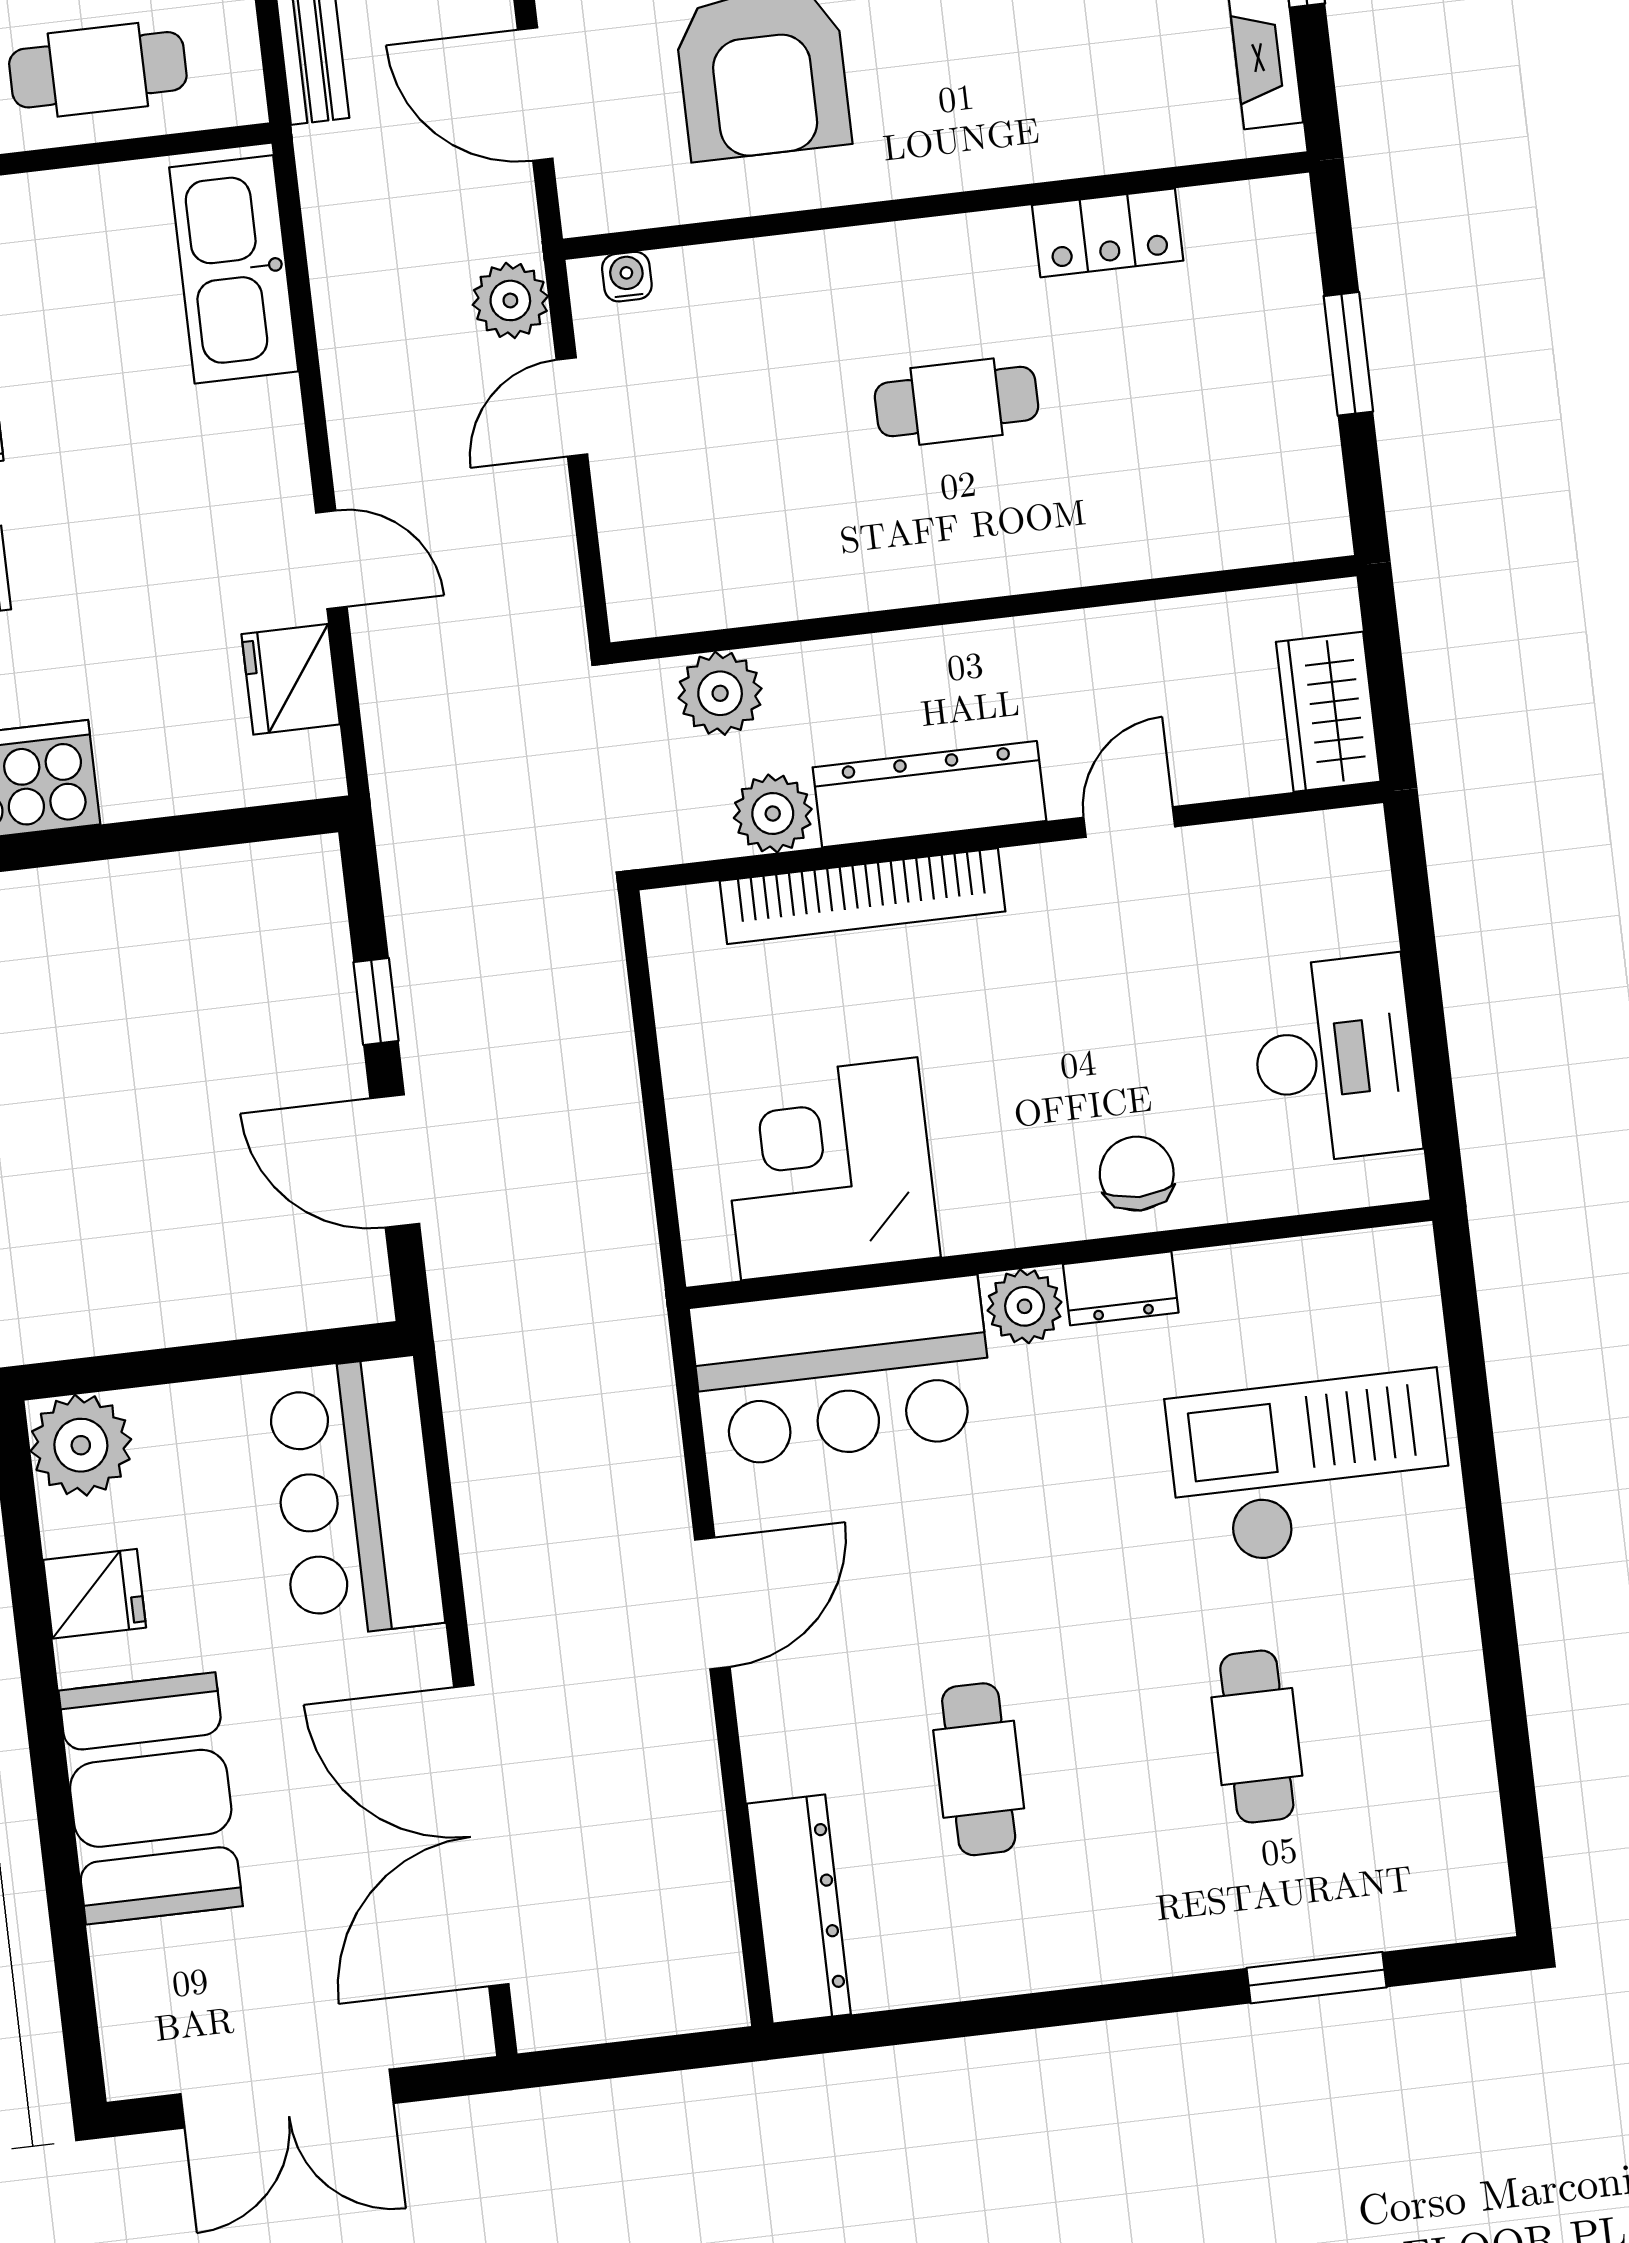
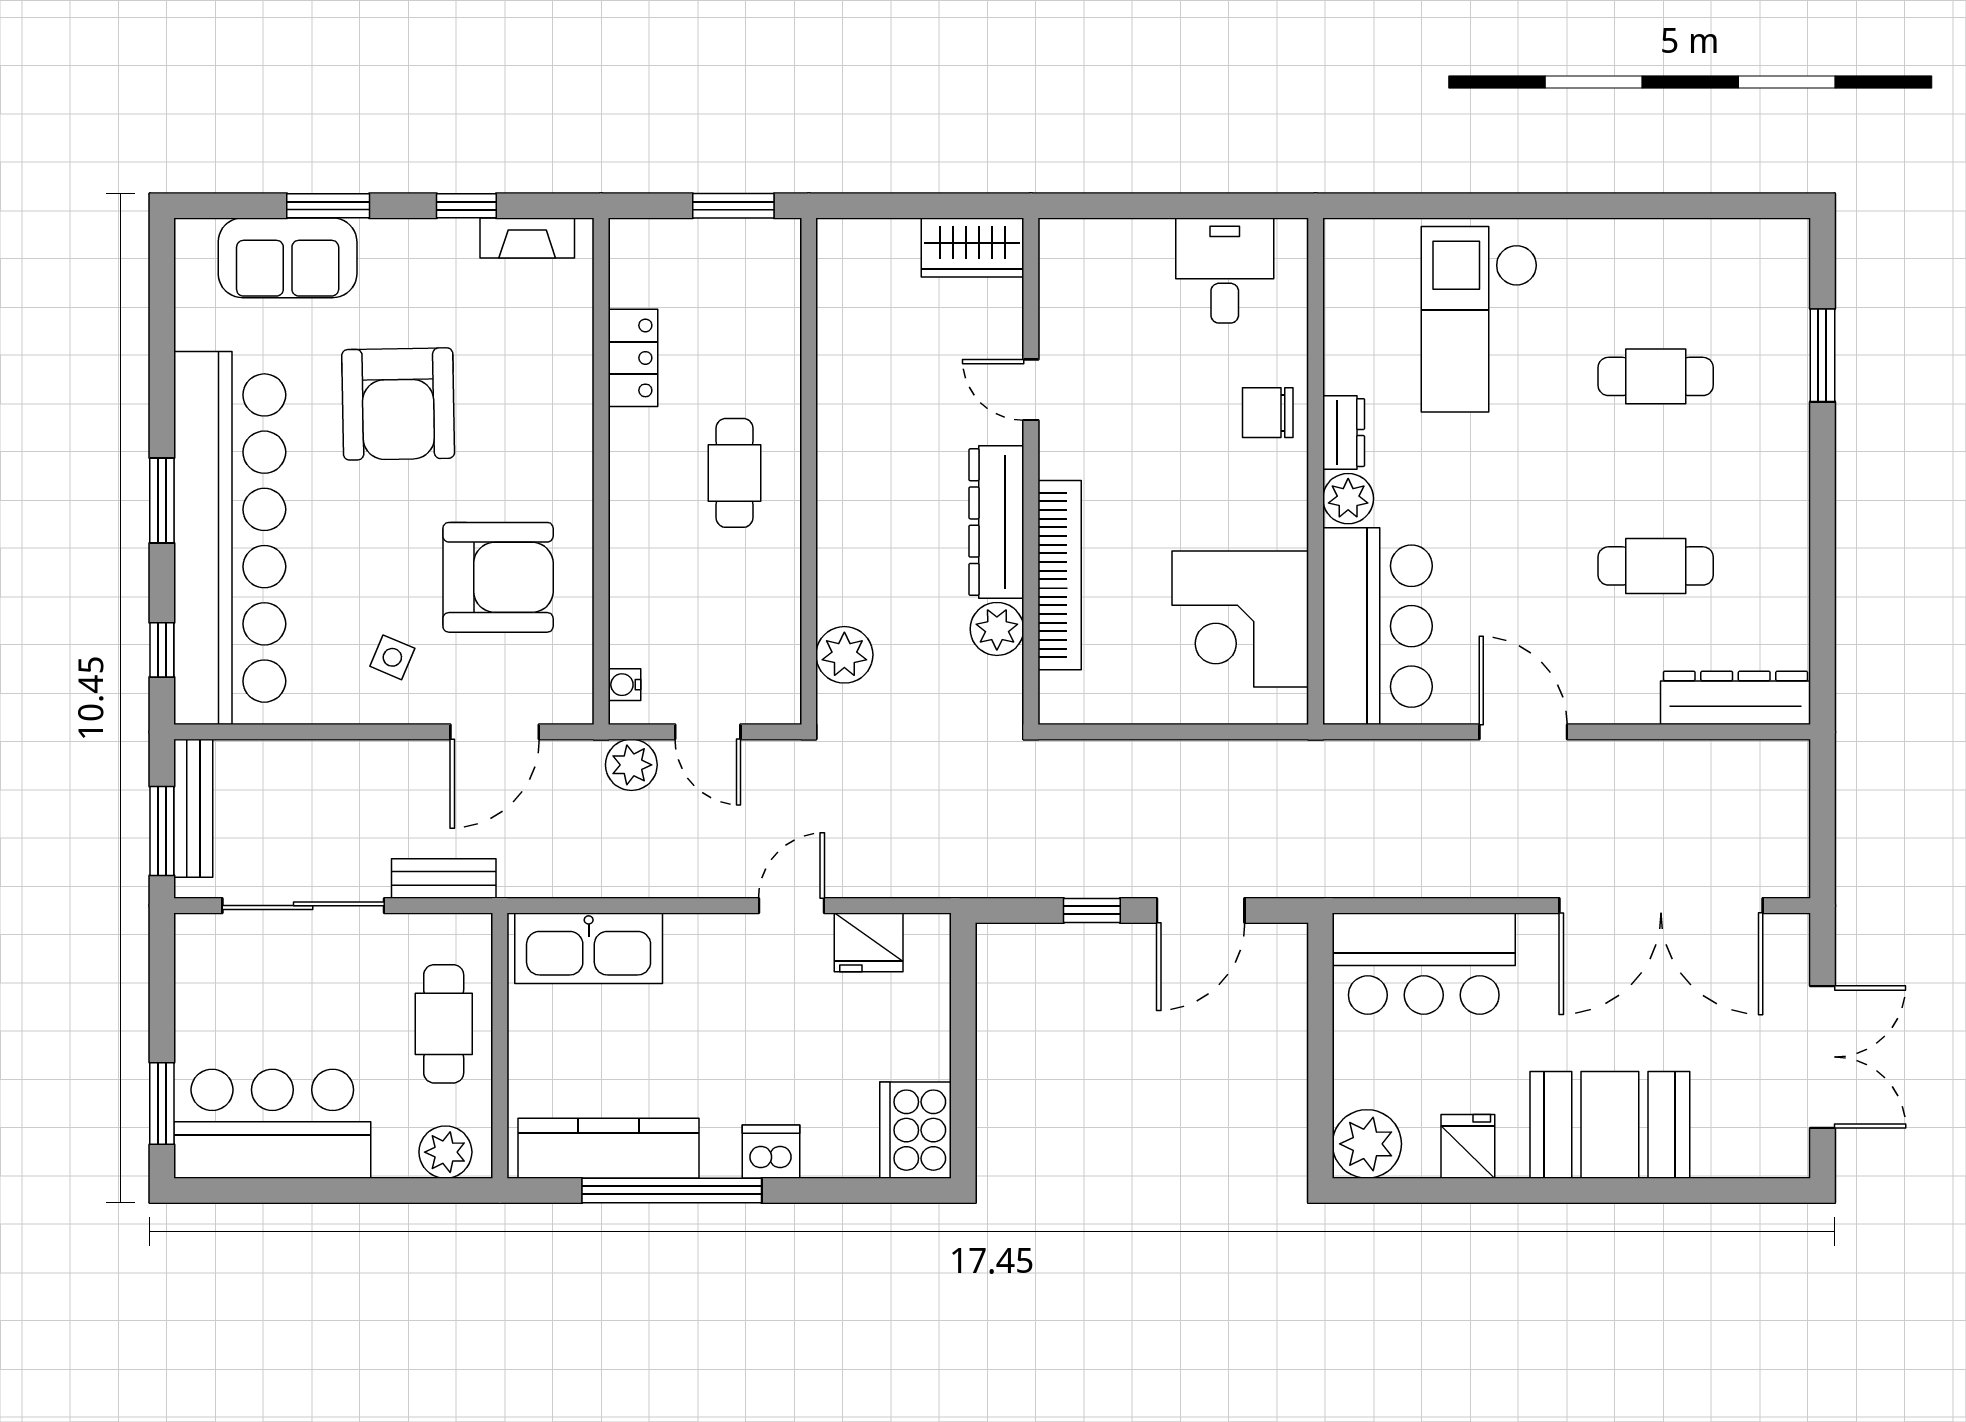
wall: (983, 609) -> (809, 471), moved
plant: (720, 693) -> (844, 655), moved
desk: (1335, 1059) -> (1225, 270), width x0.73

